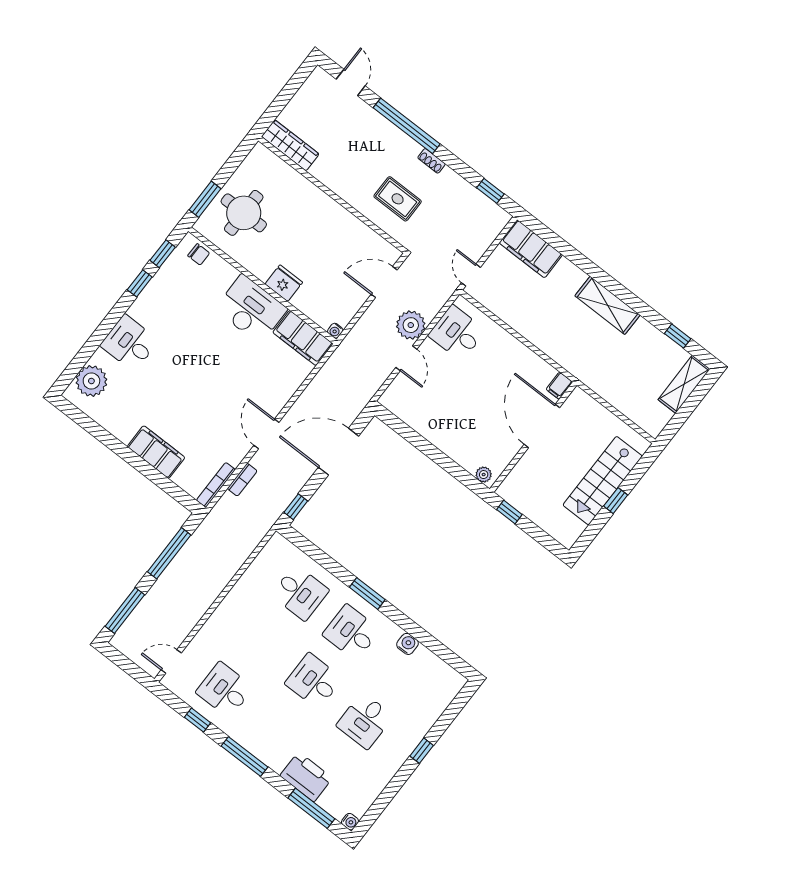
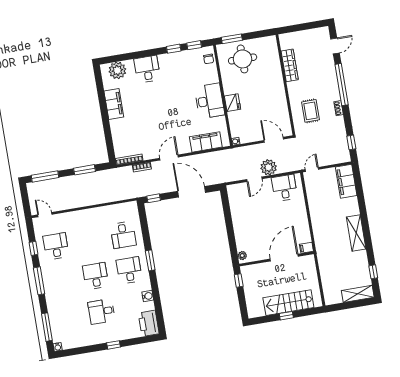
wardrobe: (290, 145) -> (290, 65), moved
filing cabinet: (303, 338) -> (206, 142), moved, turned 90
filing cabinet: (156, 452) -> (114, 104), moved
window: (169, 553) -> (85, 170), width x0.69
printer: (306, 777) -> (149, 323), moved, turned 180

